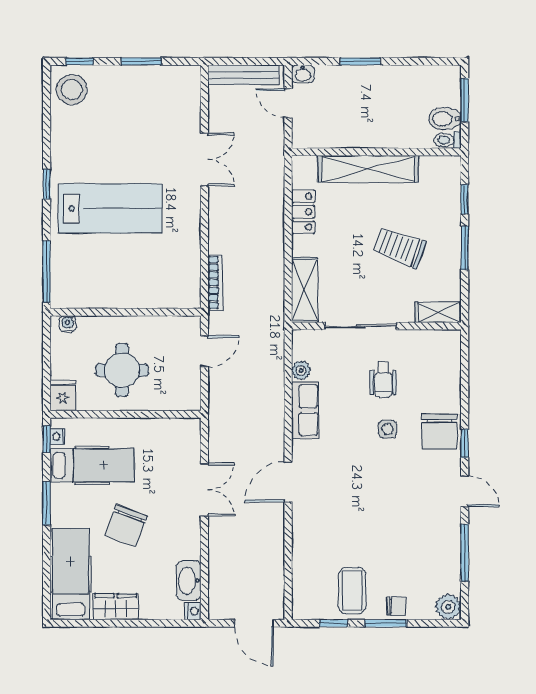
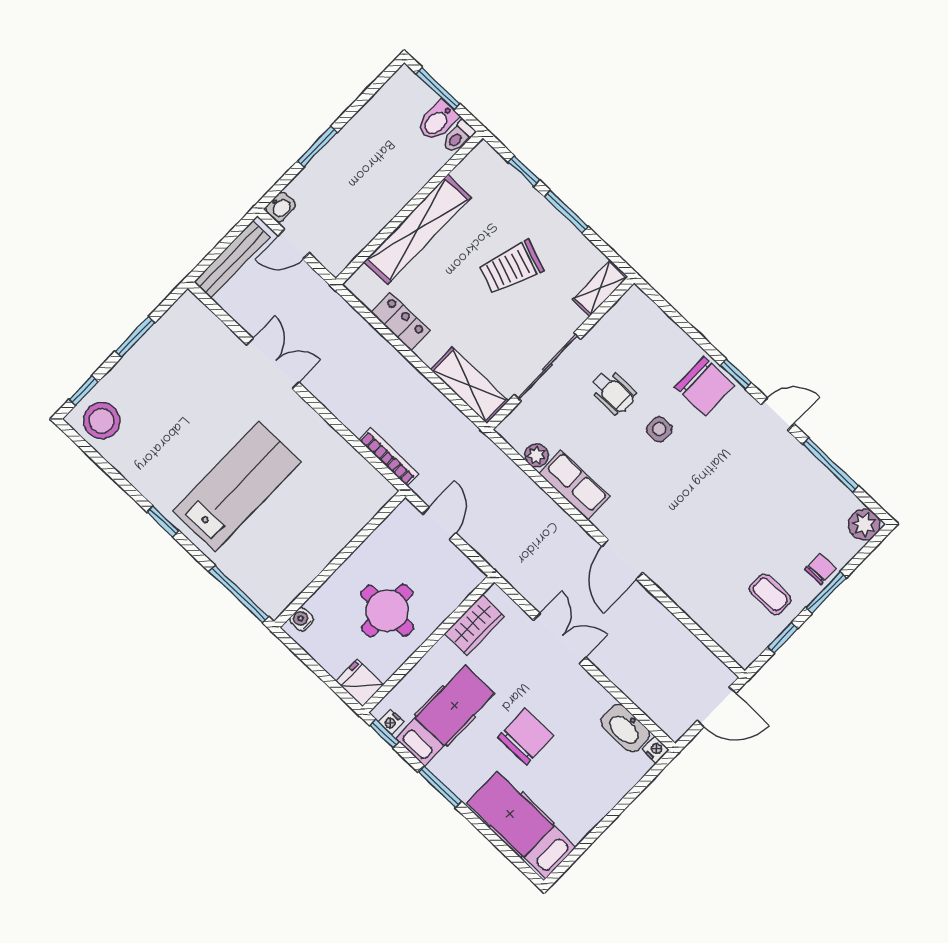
chair: (126, 526) -> (526, 736), turned -111
coffee table: (352, 591) -> (770, 594), width x0.73, depth x0.77
wardrobe: (116, 607) -> (475, 625), moved, turned 180

